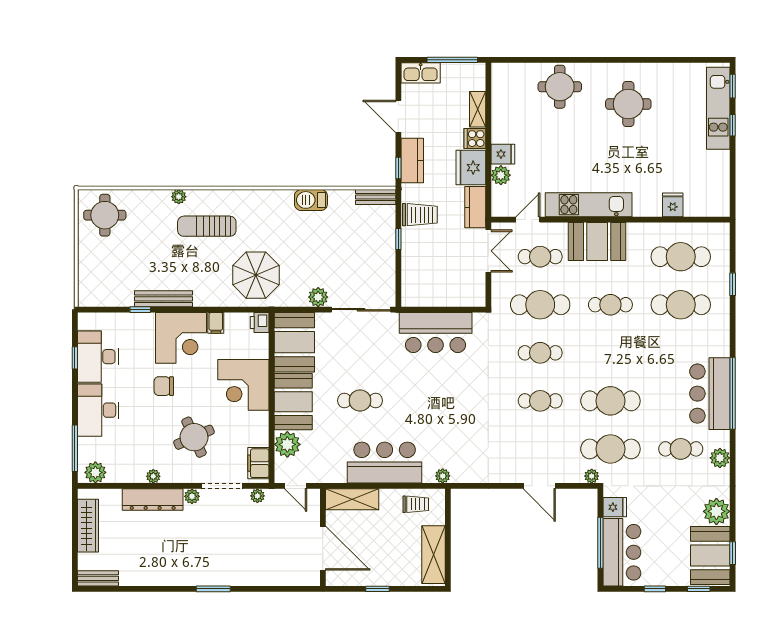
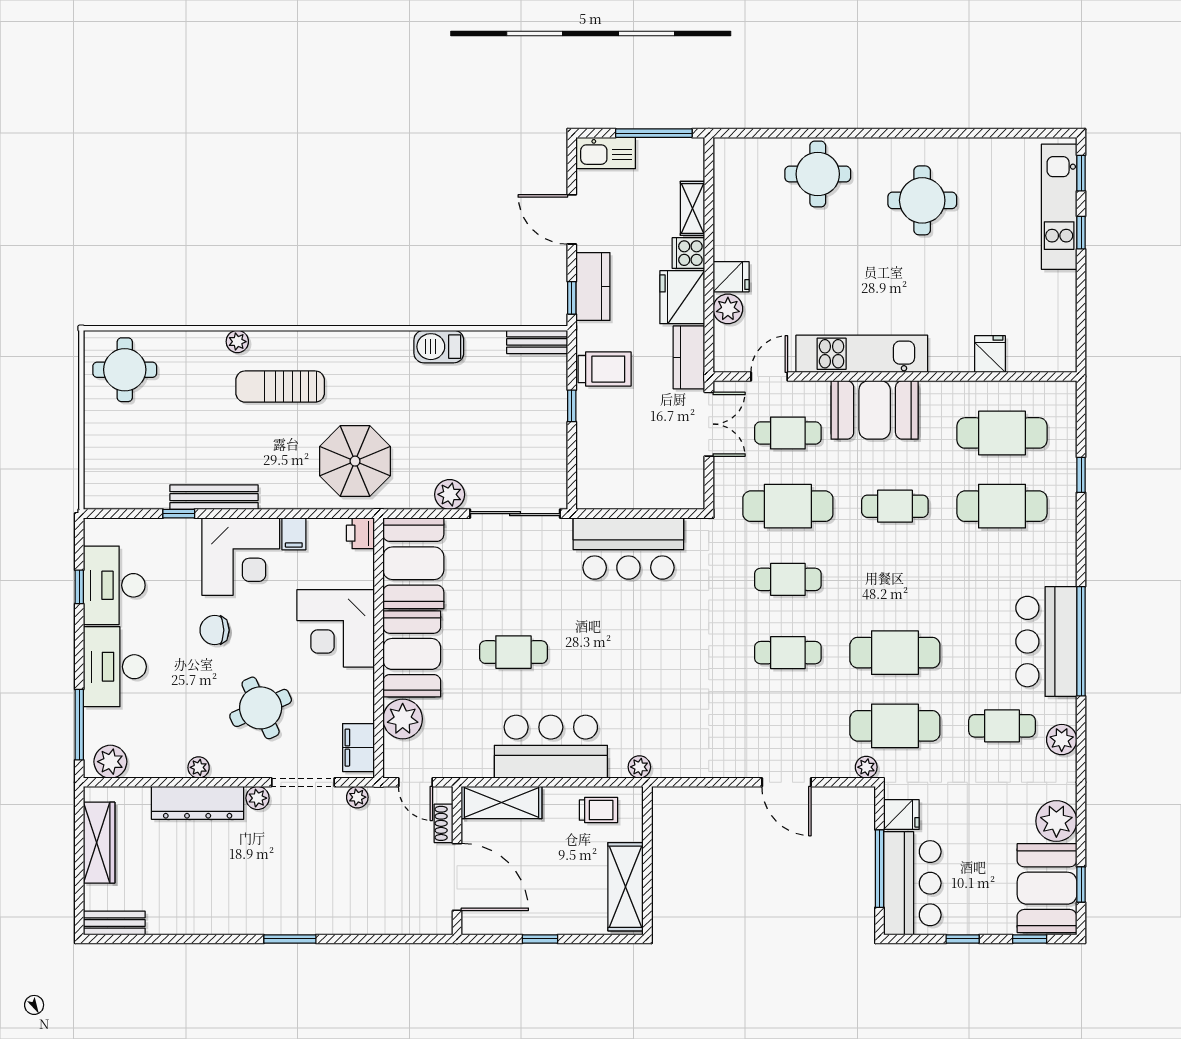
shoe rack: (314, 513) -> (444, 823), added

